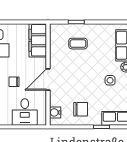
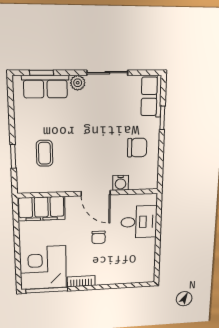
side table: (110, 80) -> (97, 106), removed
chair: (81, 109) -> (137, 148), turned 90
water cooler: (55, 112) -> (121, 183), moved

